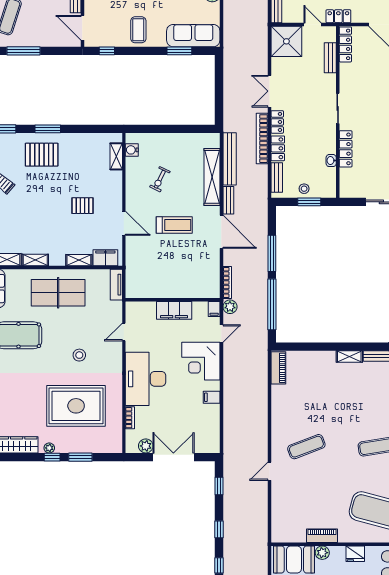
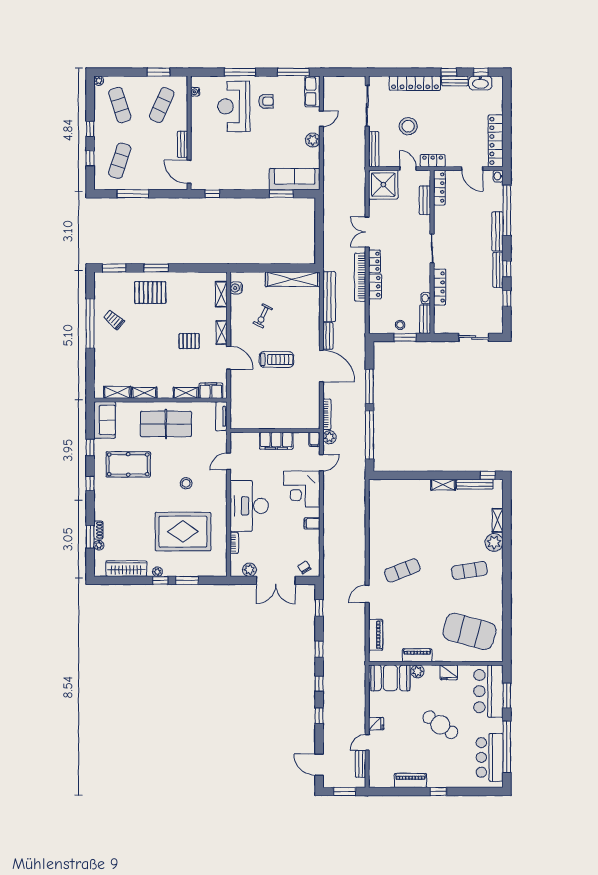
coffee table: (138, 30) -> (242, 174), removed
shelving: (212, 177) -> (293, 279), moved, turned 90
bench: (277, 178) -> (425, 319), moved
shelving: (117, 197) -> (222, 332), added
piano: (278, 368) -> (376, 635), moved
chair: (203, 443) -> (304, 567), added
double door: (173, 457) -> (276, 580), swing flipped

